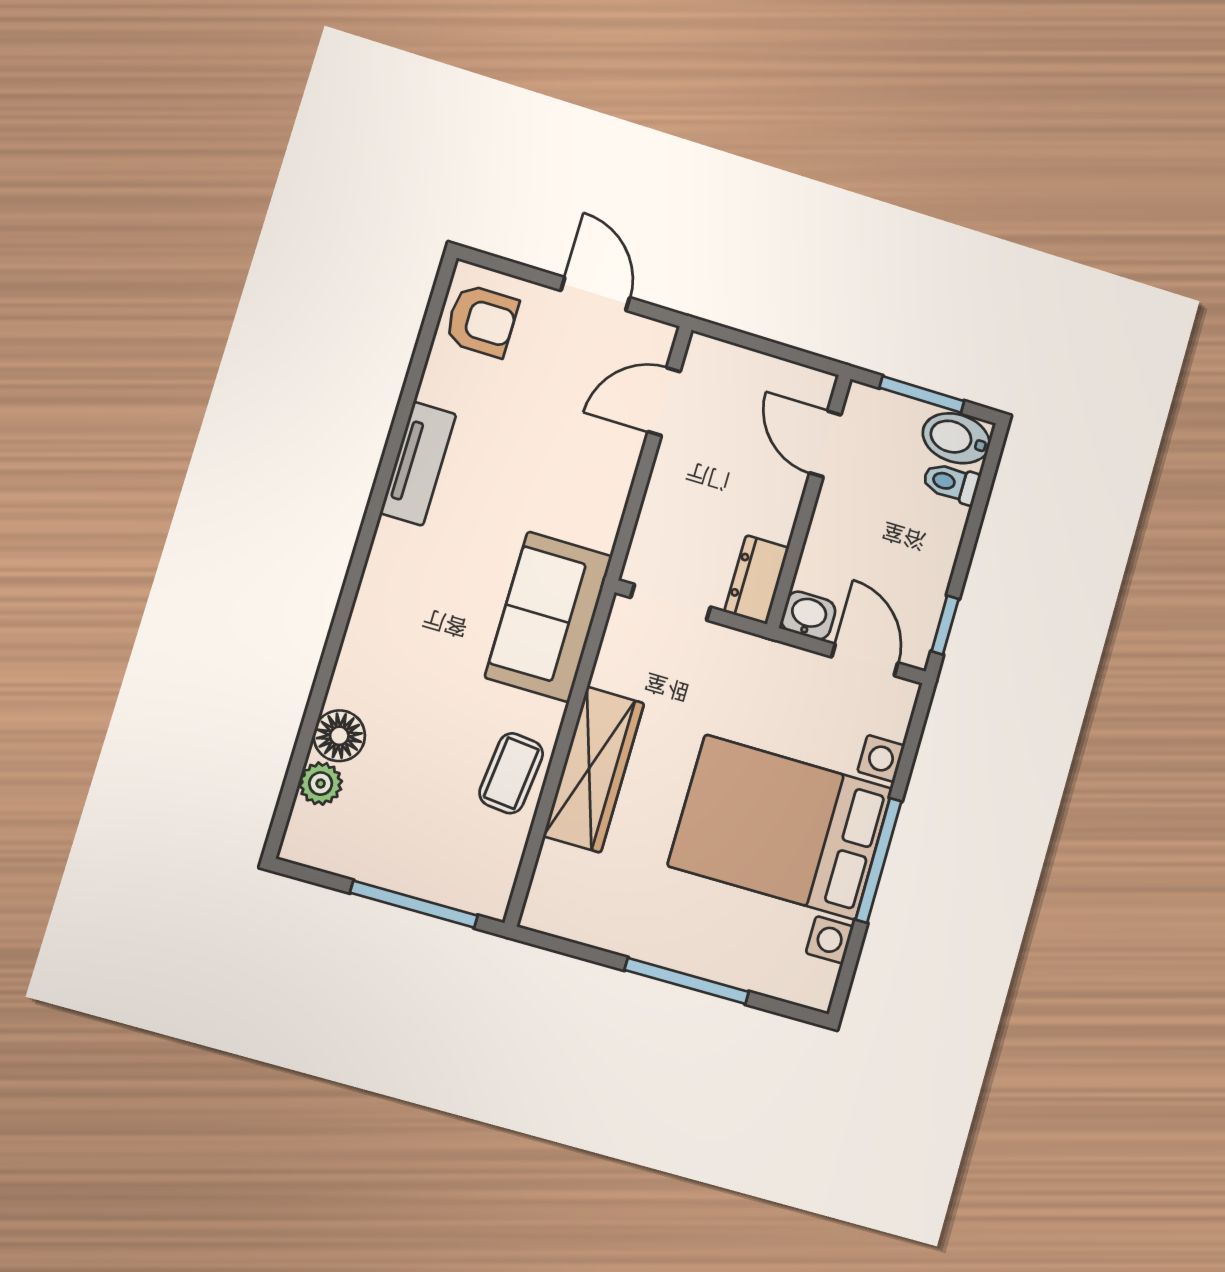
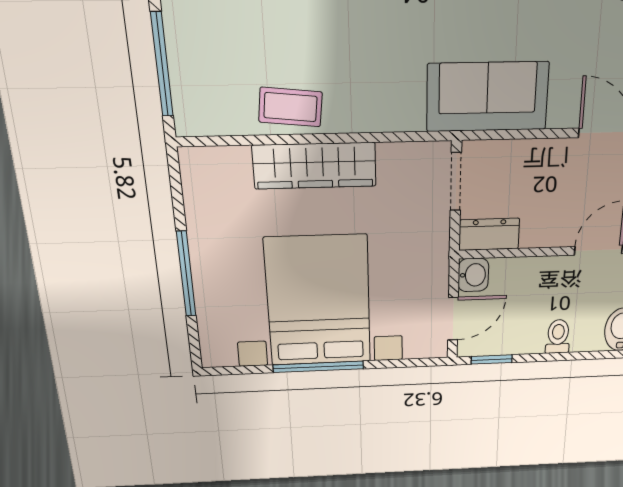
toilet: (951, 483) -> (558, 336), moved
sofa: (548, 617) -> (487, 97), moved

